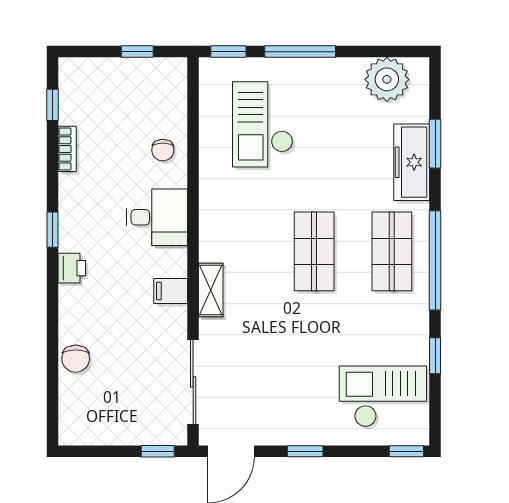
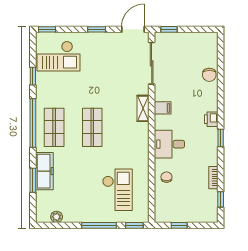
plant: (387, 79) -> (57, 217), width x0.53, depth x0.53
chair: (76, 359) -> (209, 75), turned 180

